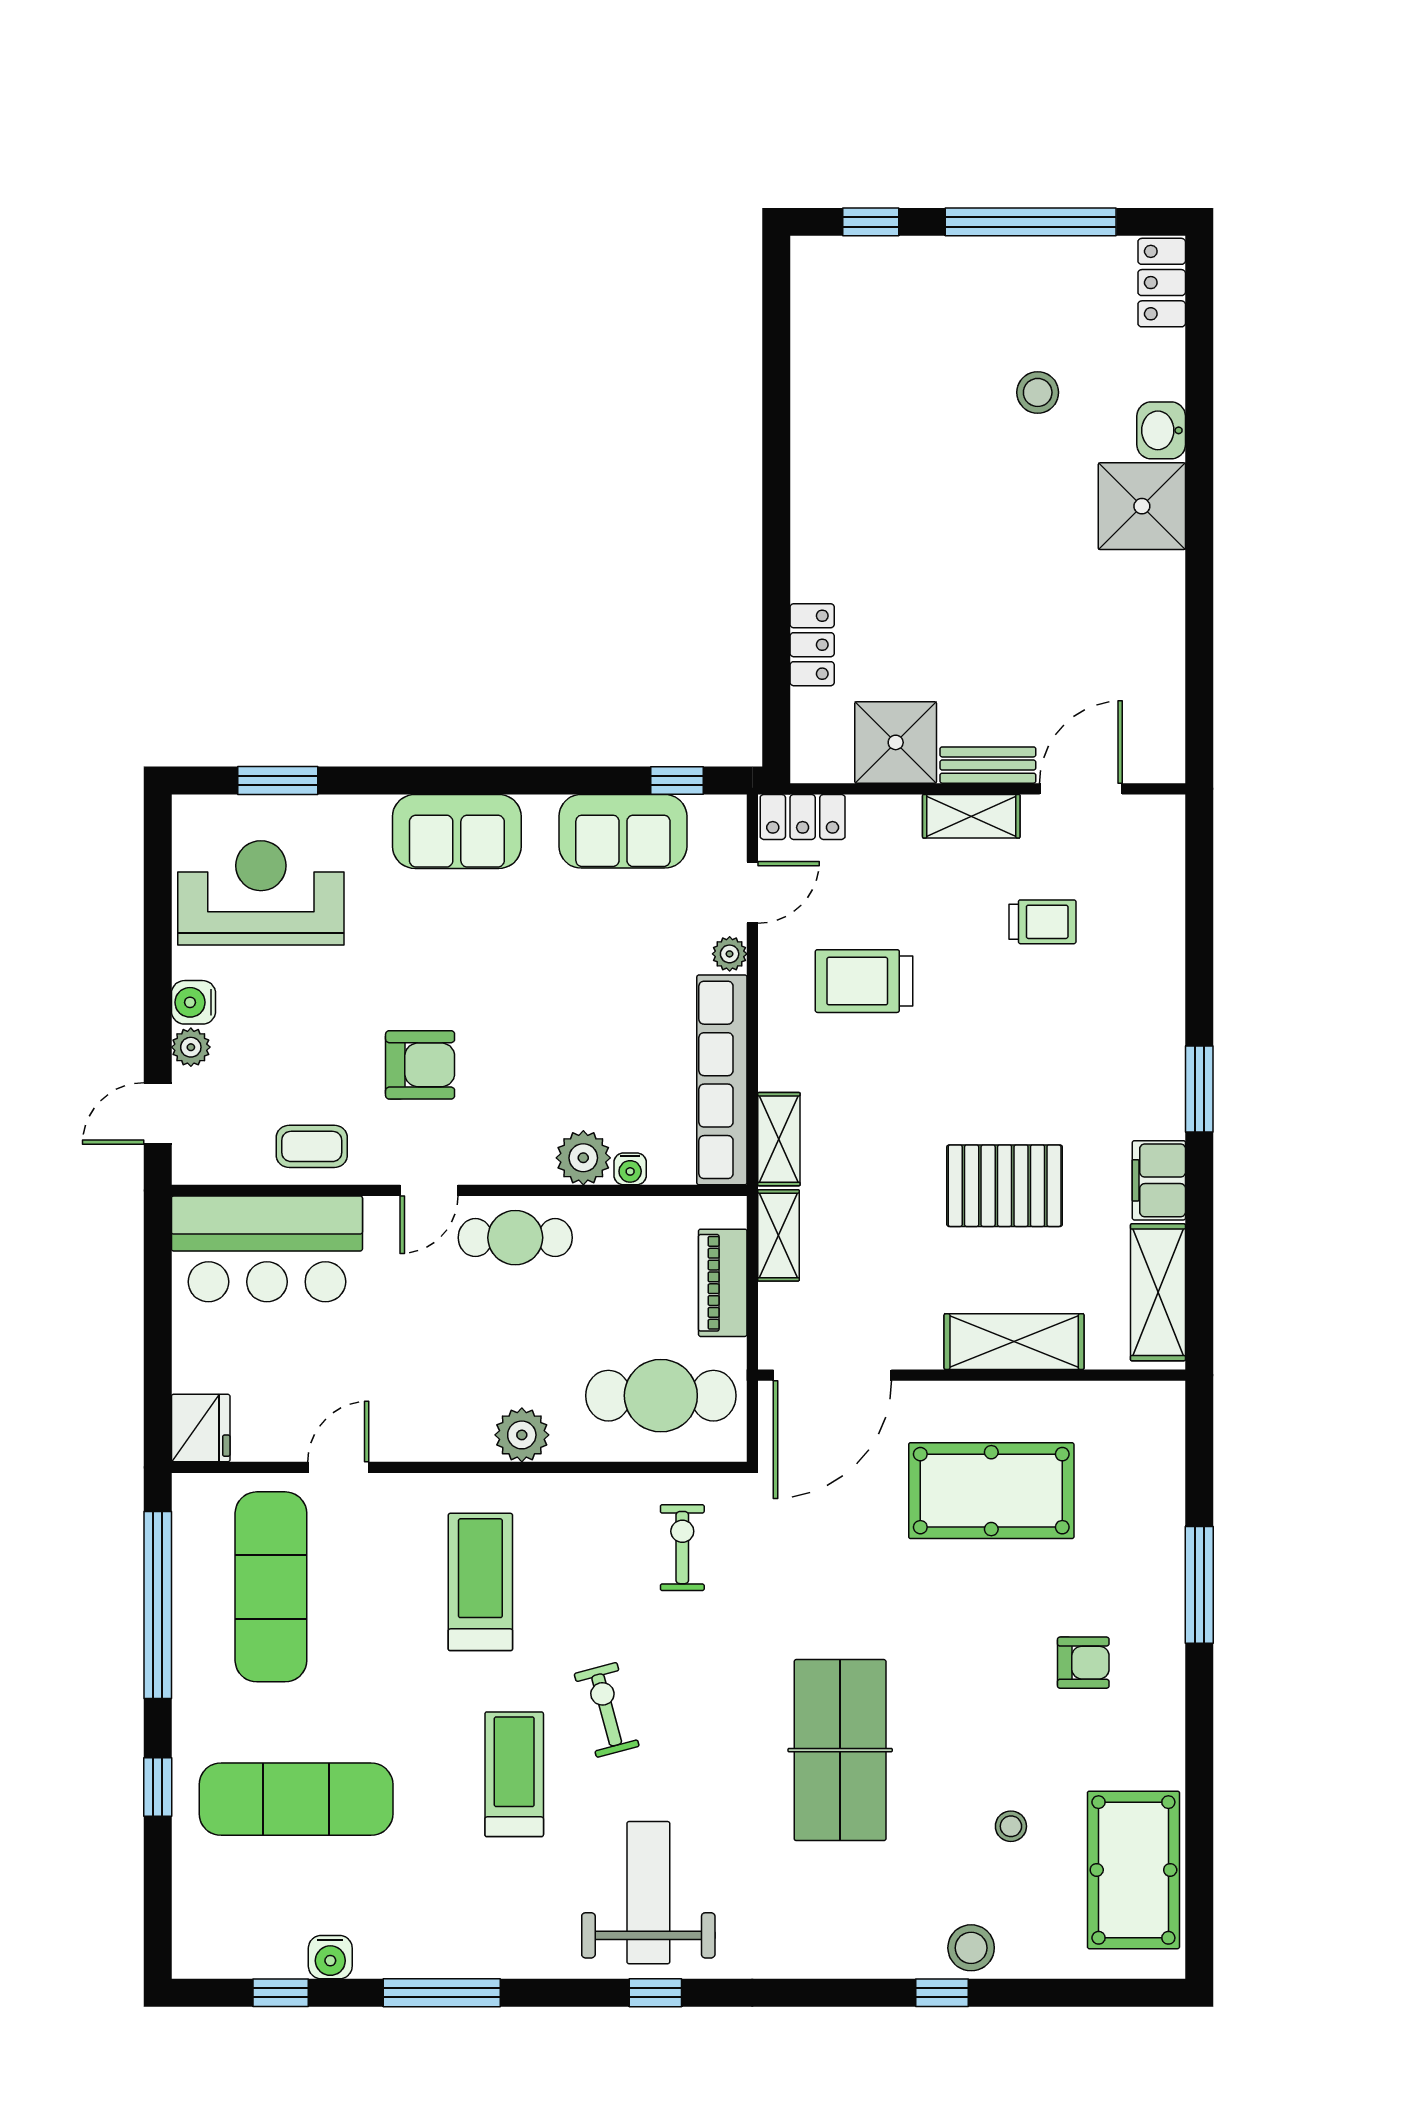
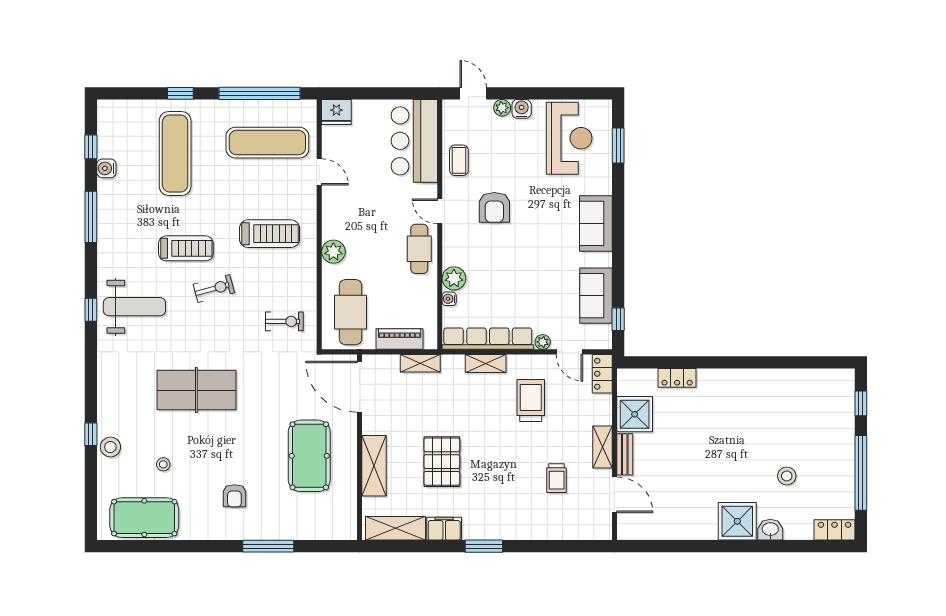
shelving: (779, 1139) -> (486, 363), moved

